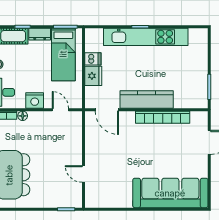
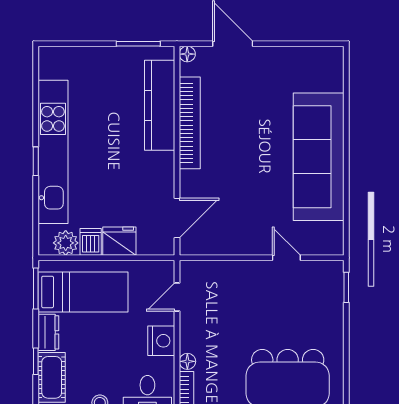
plant: (92, 44) -> (66, 243), added
kitchen counter: (147, 99) -> (160, 105), moved
floor lamp: (203, 116) -> (187, 54), added
door: (83, 174) -> (286, 258), swing flipped
sofa: (170, 193) -> (319, 157), moved

